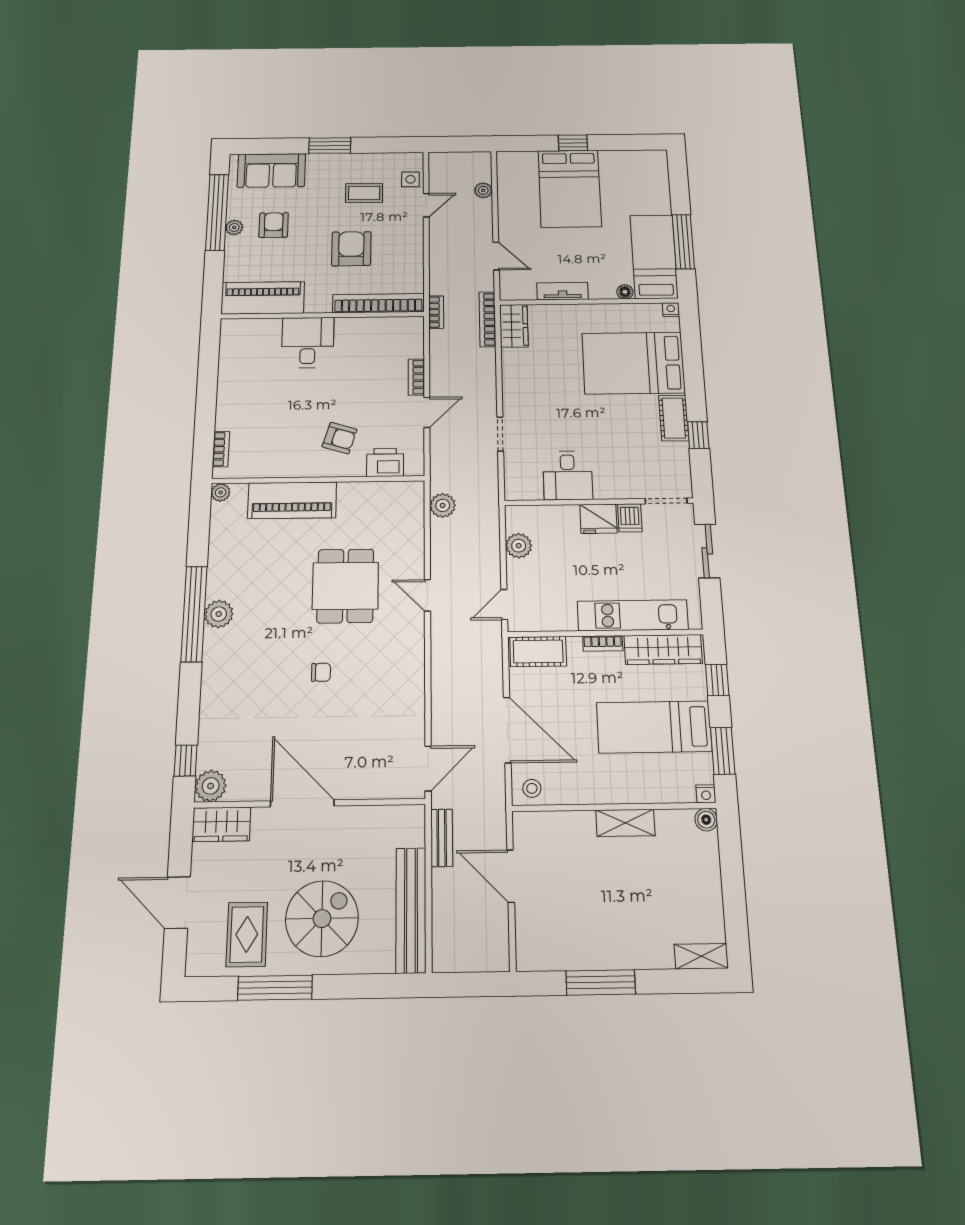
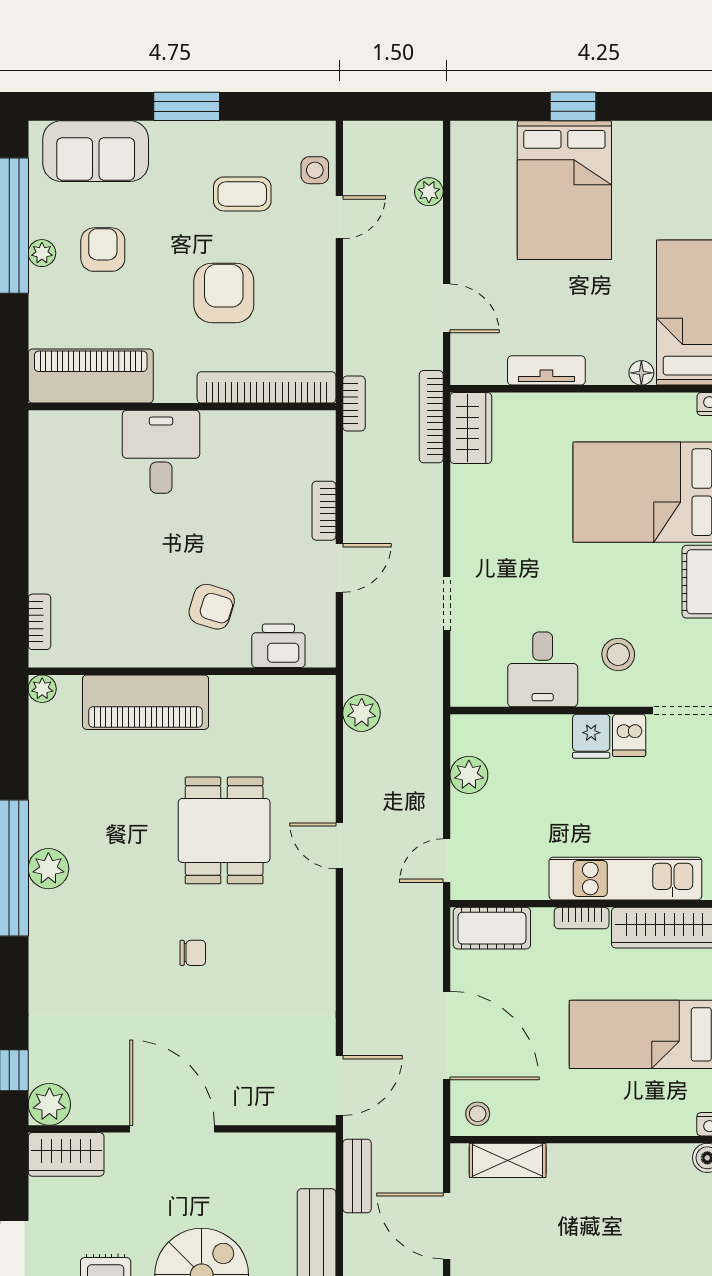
stool: (619, 465) -> (618, 654), added
fridge: (598, 519) -> (591, 736), width x0.72
shelving: (625, 823) -> (508, 1160), moved

